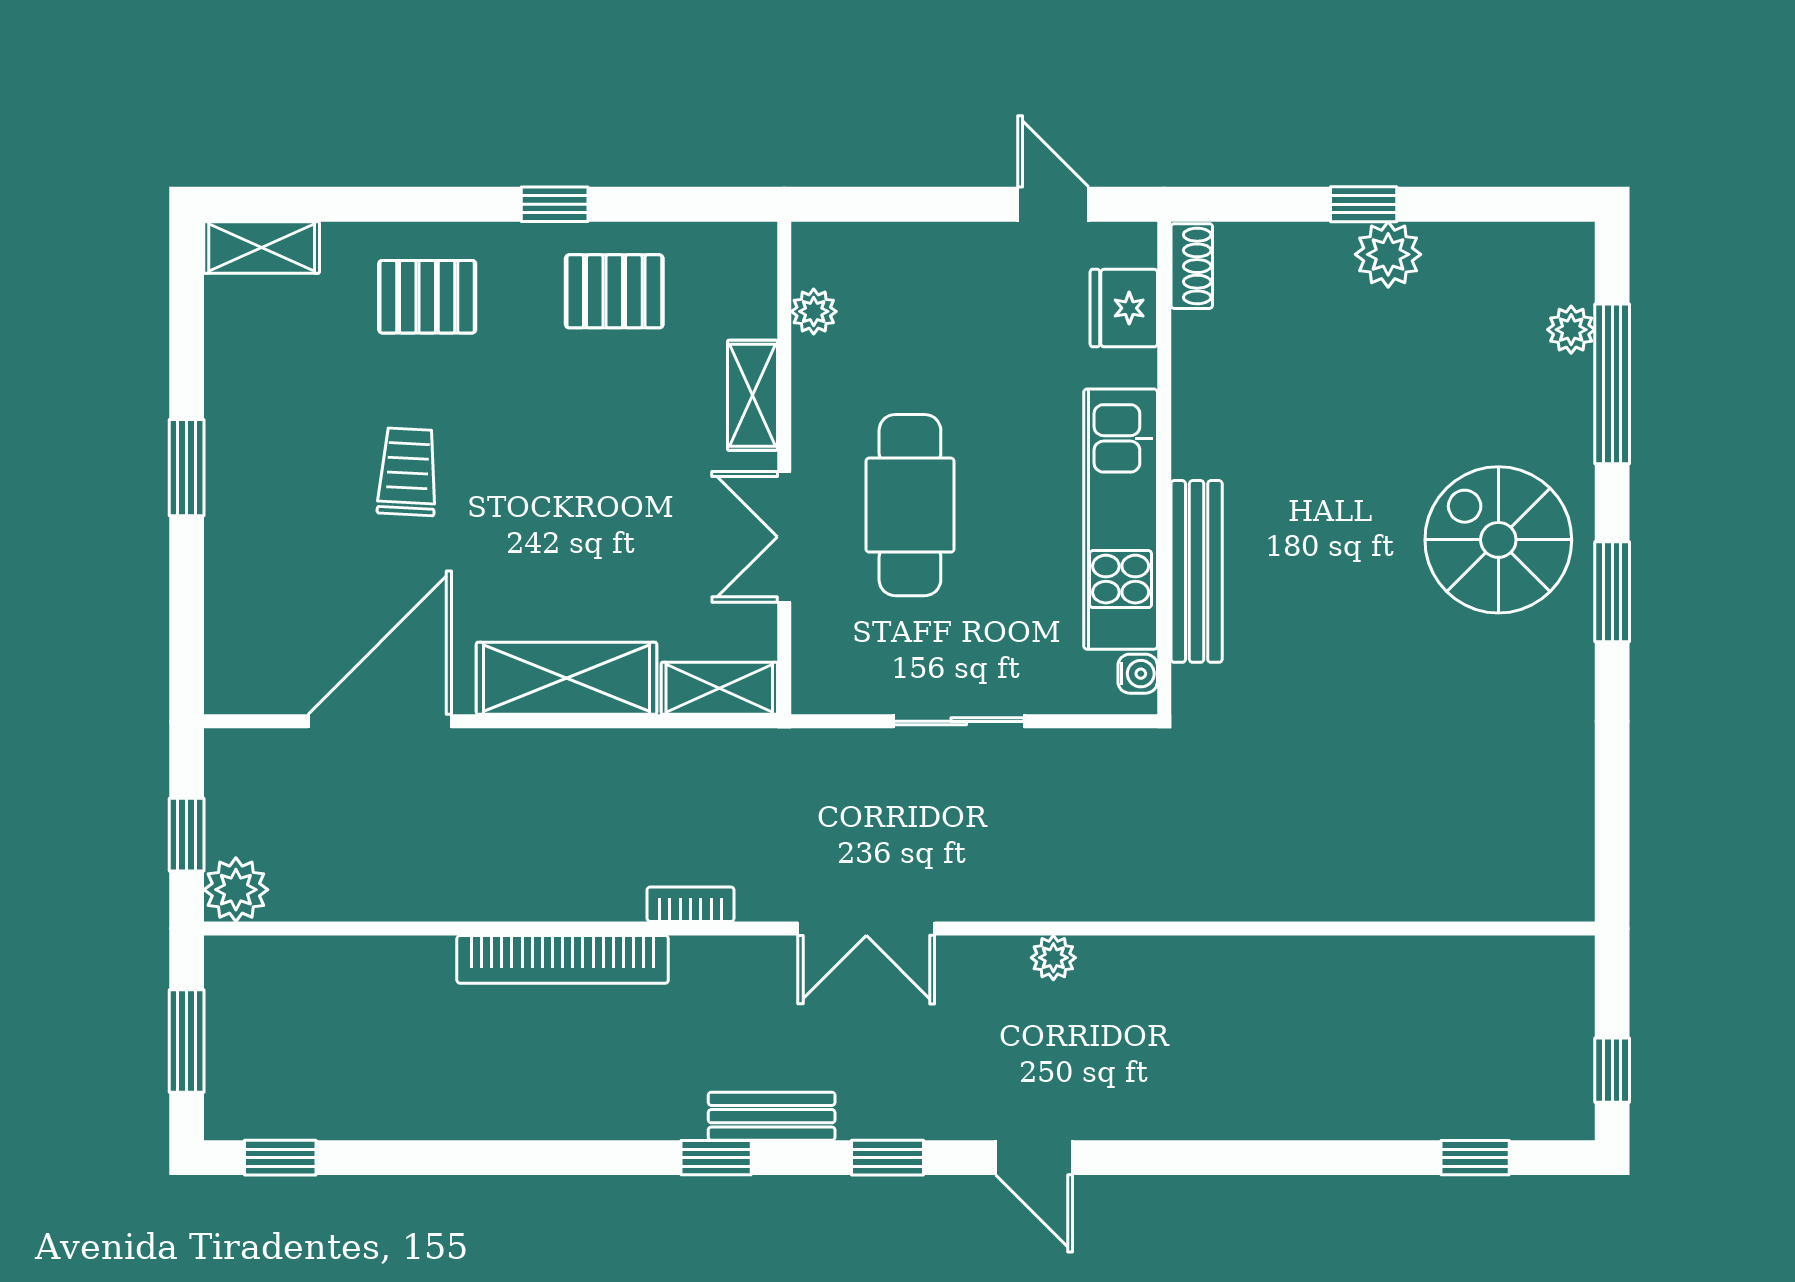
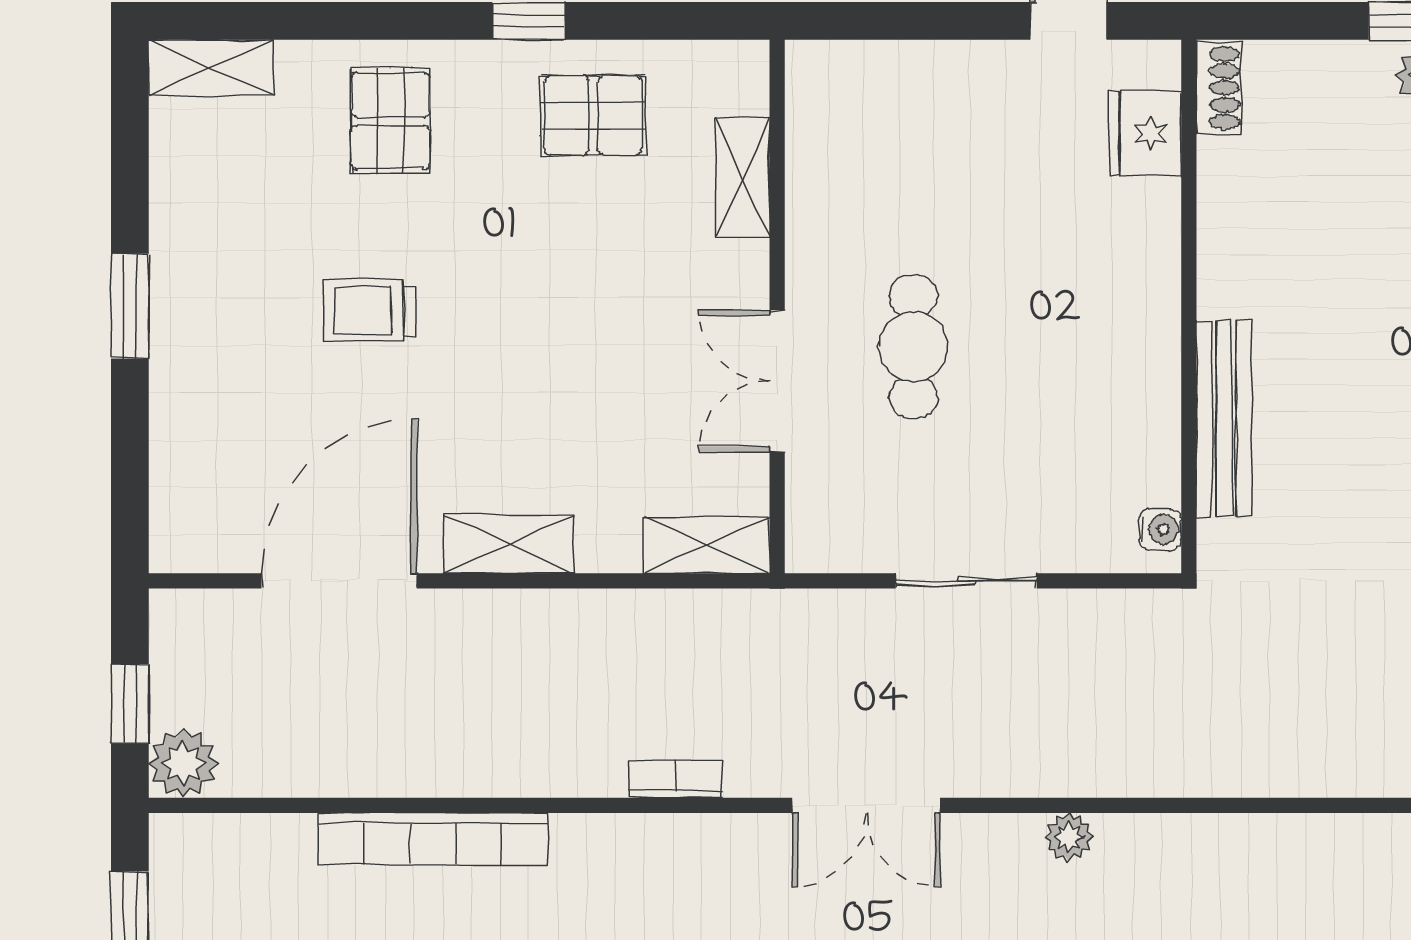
pallet: (427, 297) -> (390, 121), turned 90
plant: (814, 311) -> (809, 137), removed
shelving: (752, 395) -> (743, 178), moved
trolley: (408, 472) -> (369, 311), turned -93
cafe table: (910, 505) -> (913, 347), width x0.73, depth x0.74
kitchen unit: (1121, 519) -> (1142, 362), removed
shelving: (567, 678) -> (509, 544), width x0.67, depth x0.75
bookcase: (563, 959) -> (432, 839), moved

